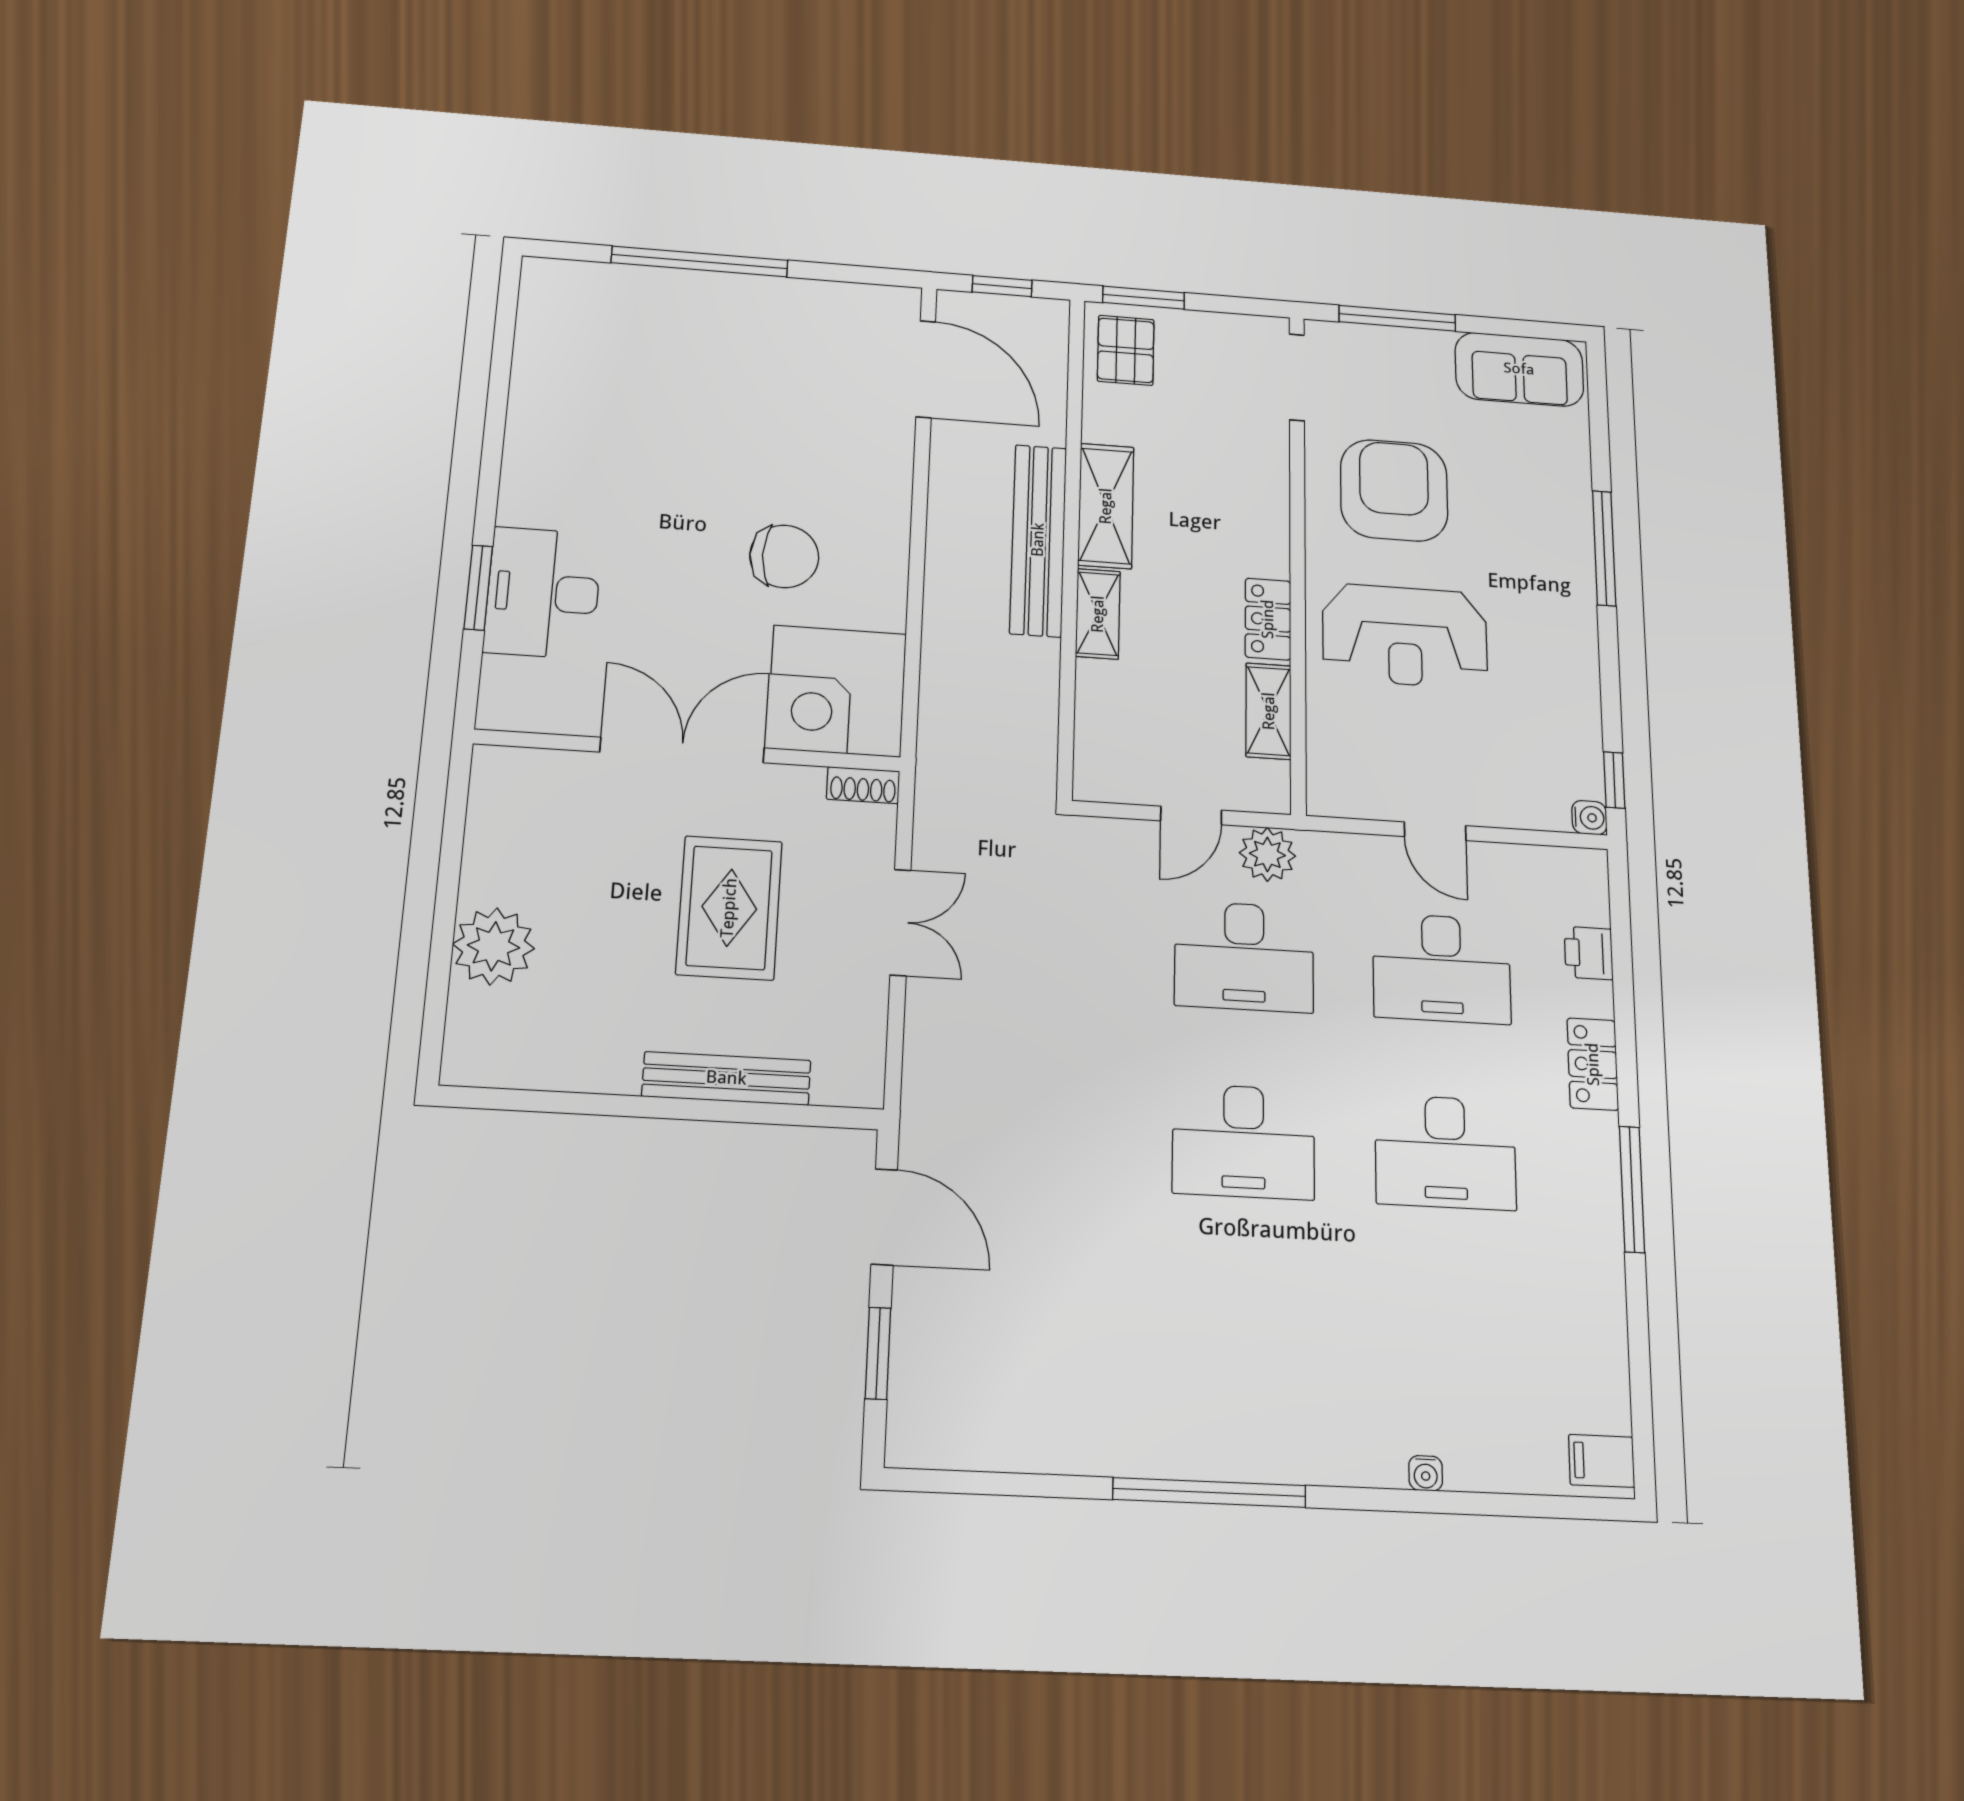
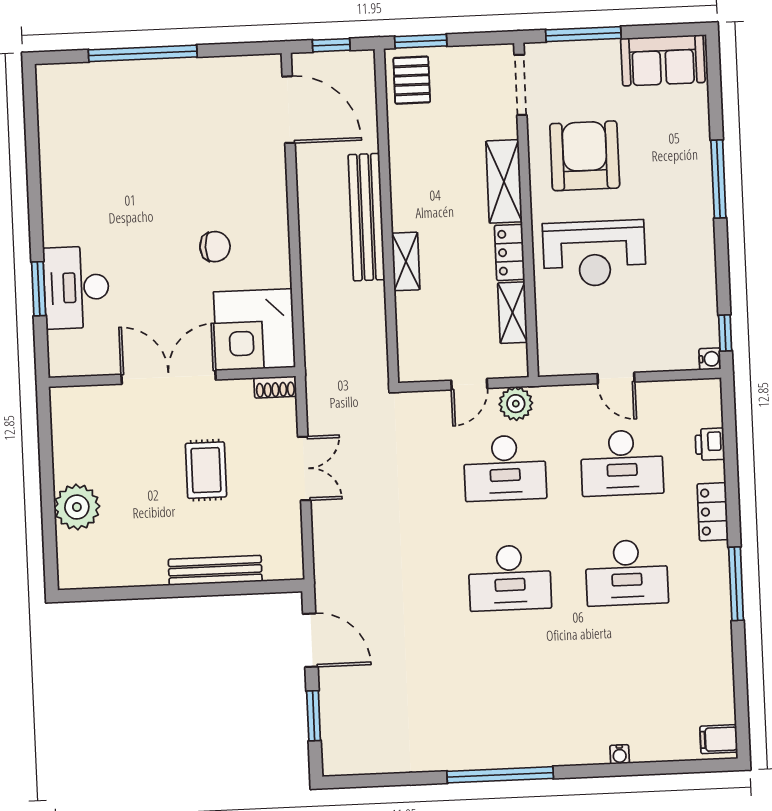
shelving: (1106, 506) -> (504, 181), moved
chair: (784, 556) -> (215, 247), width x0.73, depth x0.73
rug: (729, 908) -> (206, 470), width x0.73, depth x0.70

